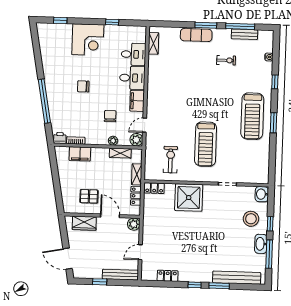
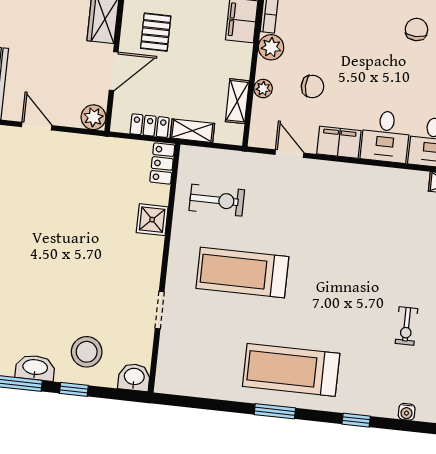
chair: (83, 86) -> (416, 29), moved
plant: (136, 140) -> (271, 47), moved
shower: (189, 198) -> (152, 220), width x0.54, depth x0.54

